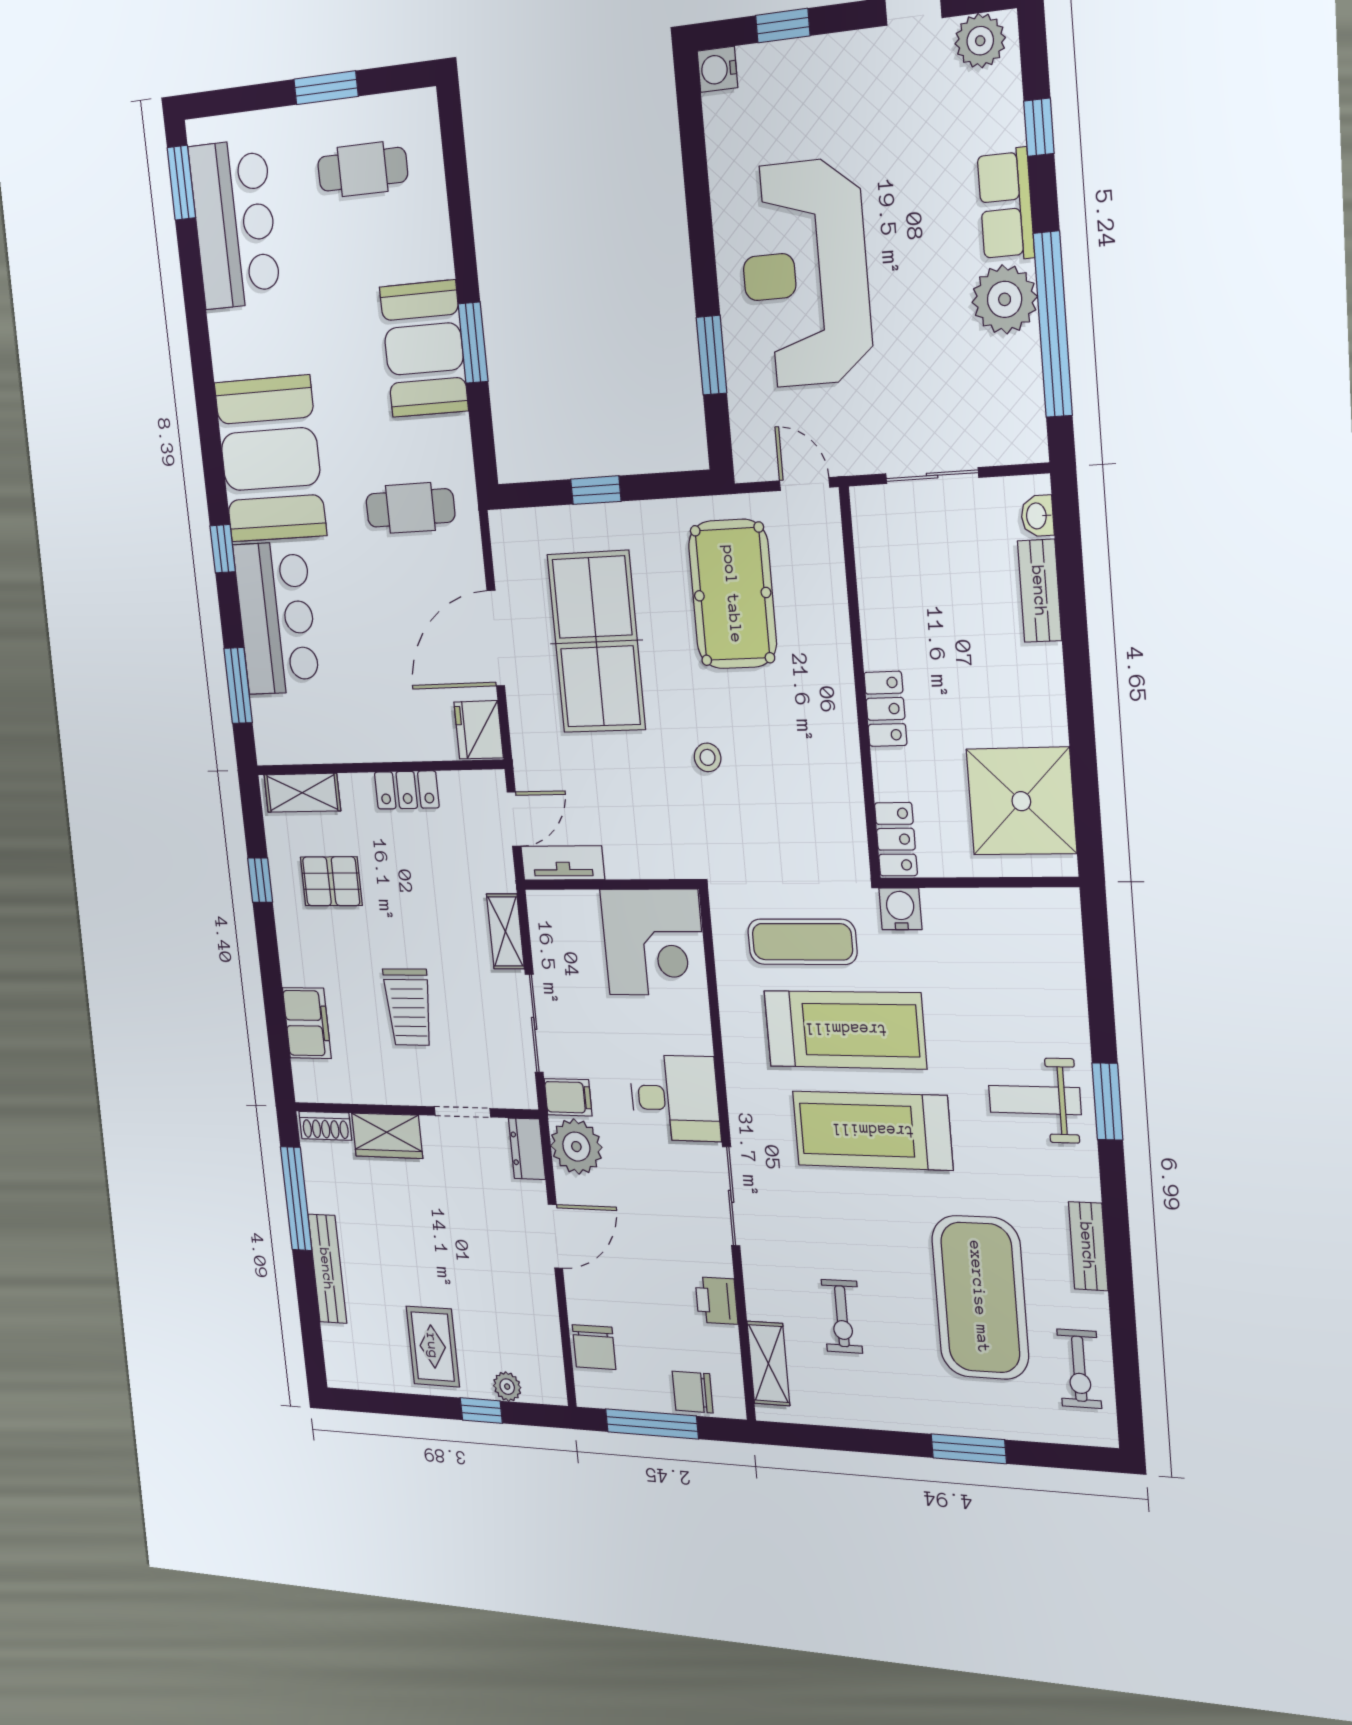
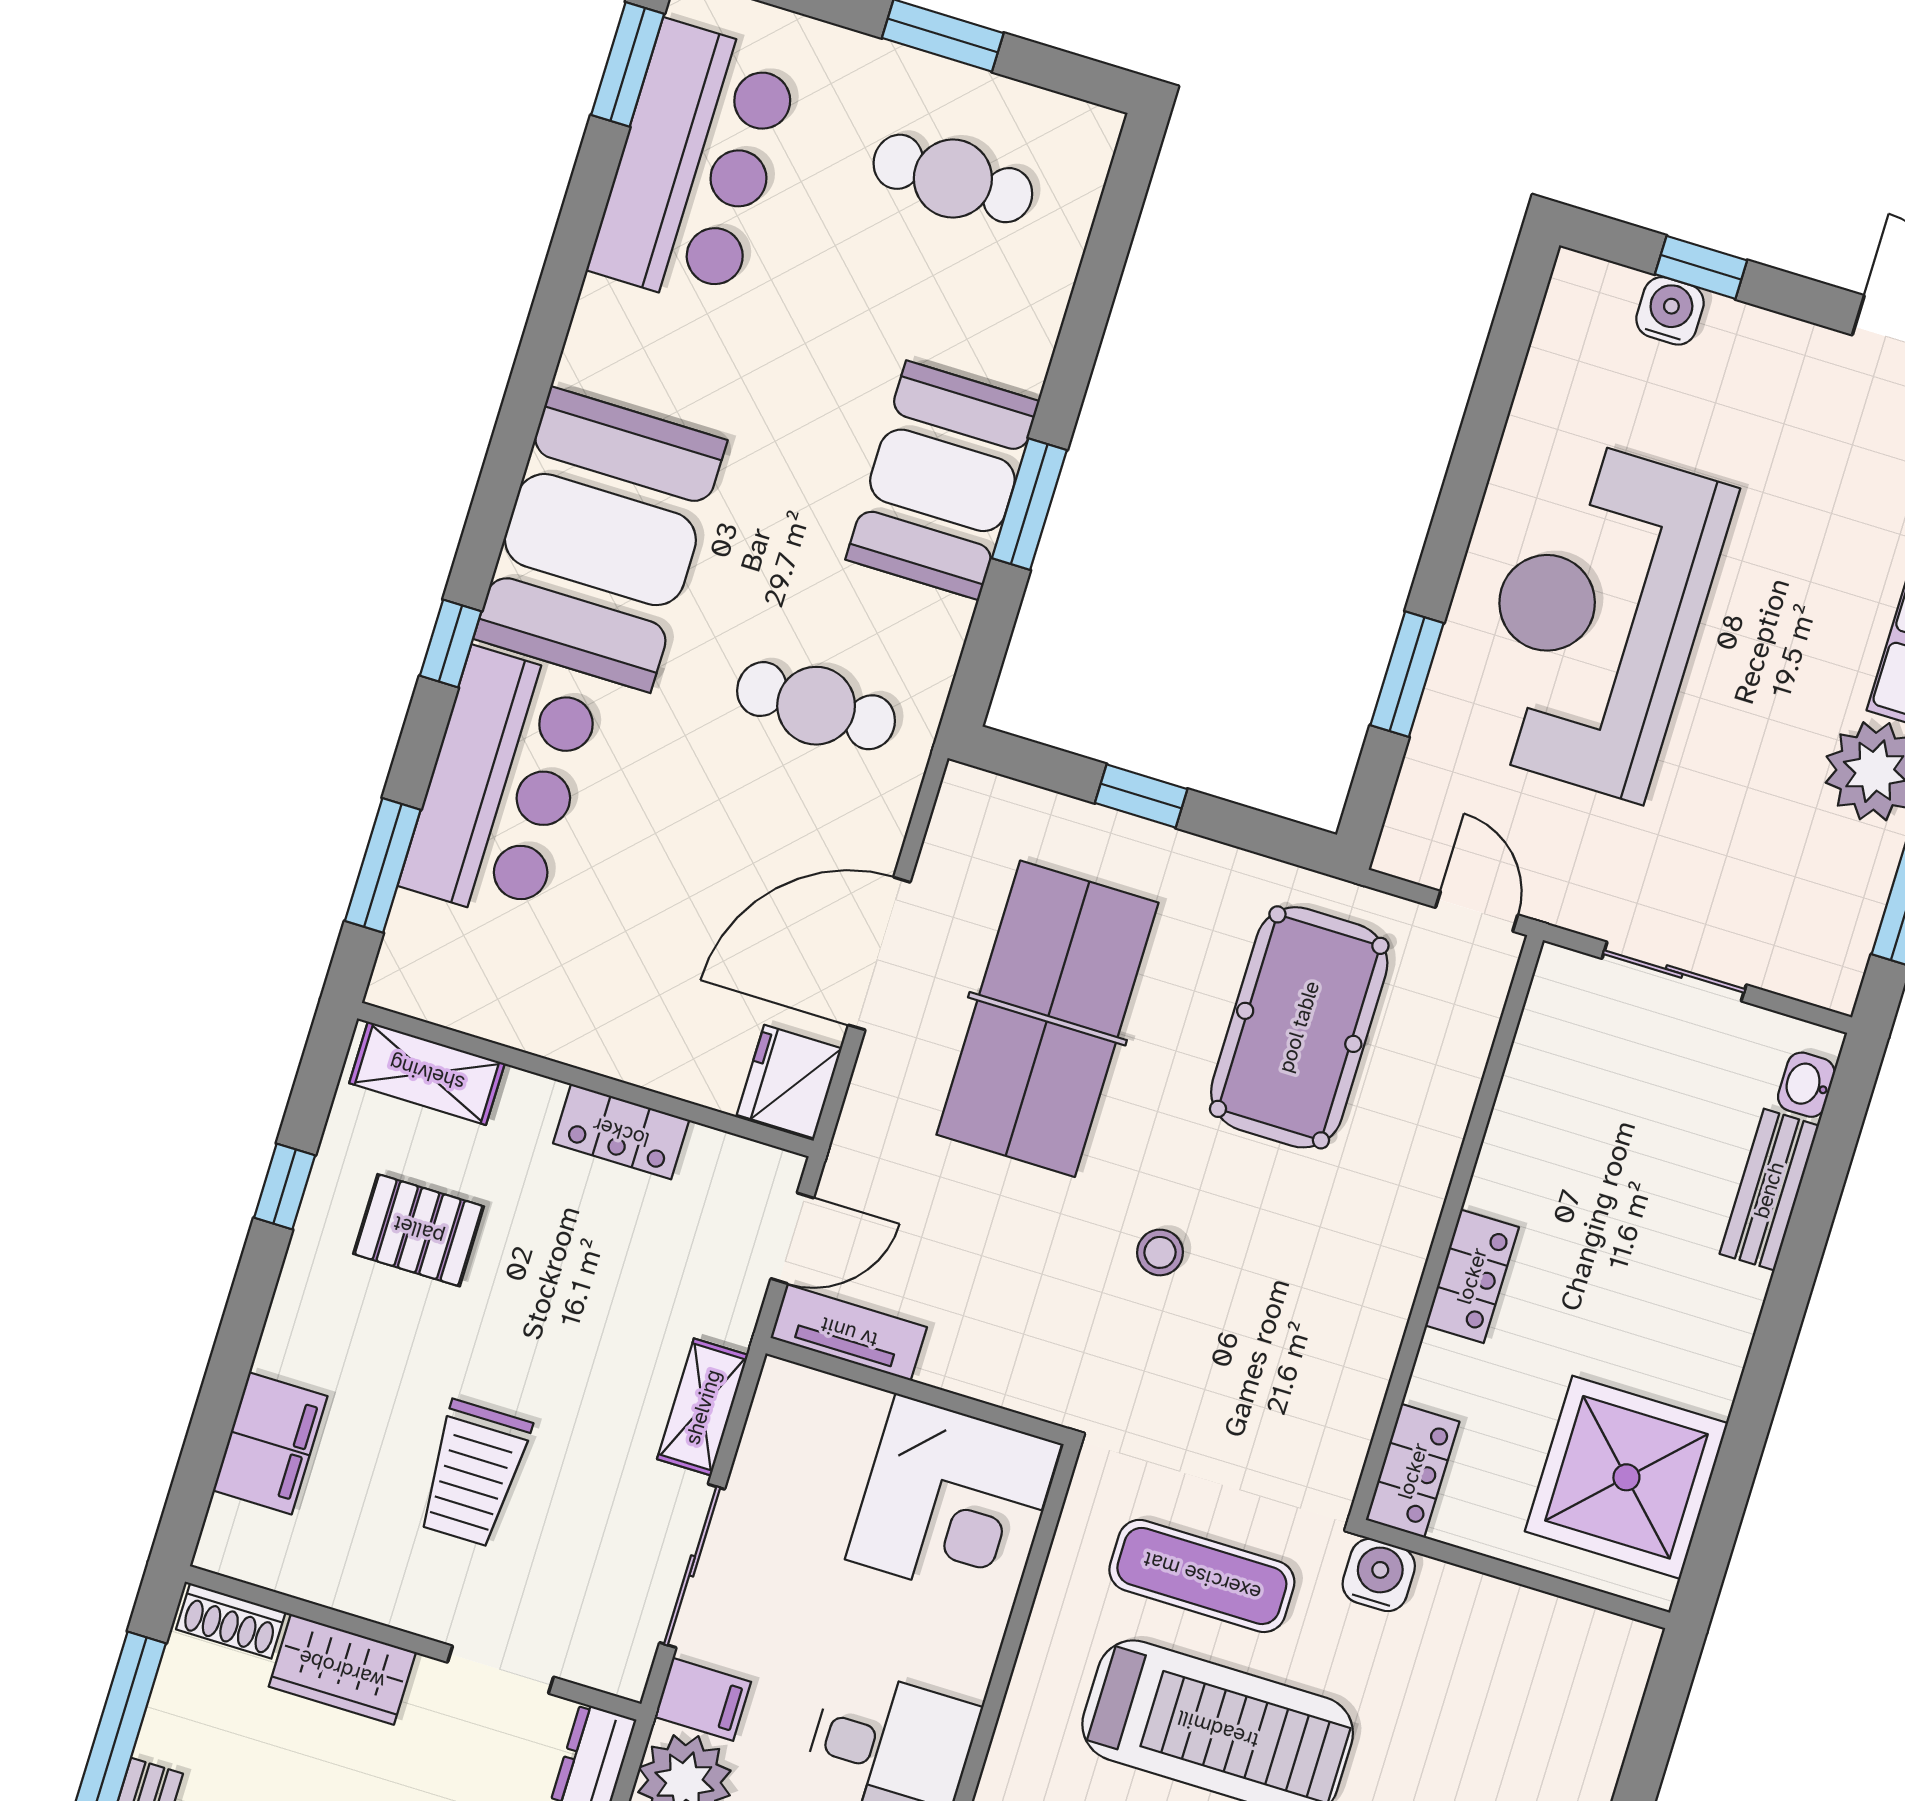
water cooler: (717, 69) -> (1670, 311), moved, turned 90

